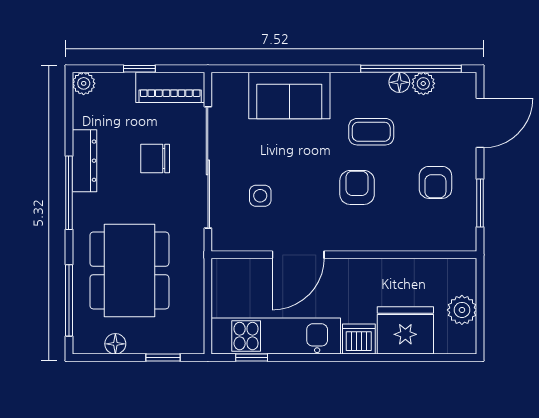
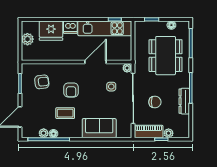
plant: (84, 83) -> (169, 133), moved
armchair: (435, 182) -> (42, 82), moved, turned 83
plant: (222, 241) -> (127, 68), added

